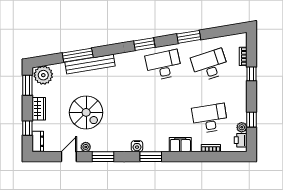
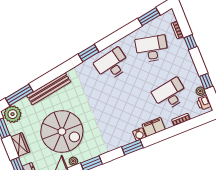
window: (189, 37) -> (149, 17), moved
window: (78, 55) -> (19, 95), moved
desk: (210, 65) -> (152, 49), turned 30
spiral stairs: (86, 112) -> (62, 132), width x1.37, depth x1.37
water cooler: (137, 146) -> (139, 134), moved

